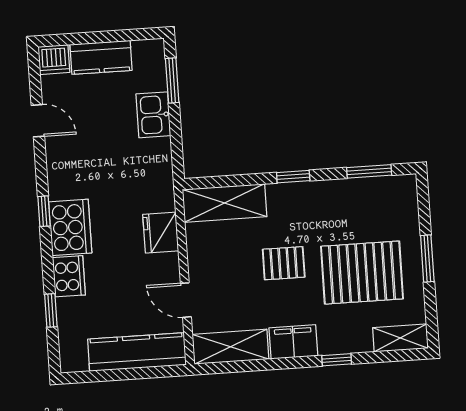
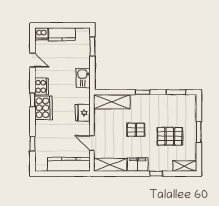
kitchen sink: (153, 115) -> (83, 78), moved
pallet: (362, 273) -> (170, 136), width x0.73, depth x0.71
cooker: (69, 276) -> (41, 86), moved

